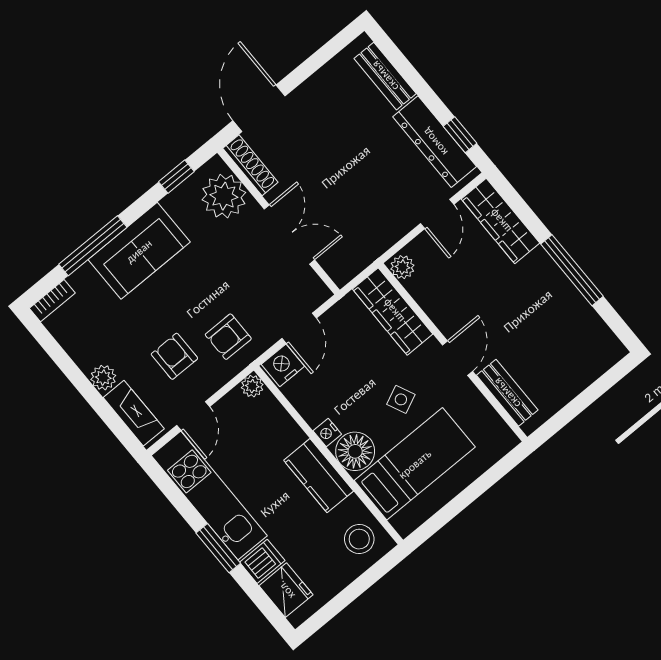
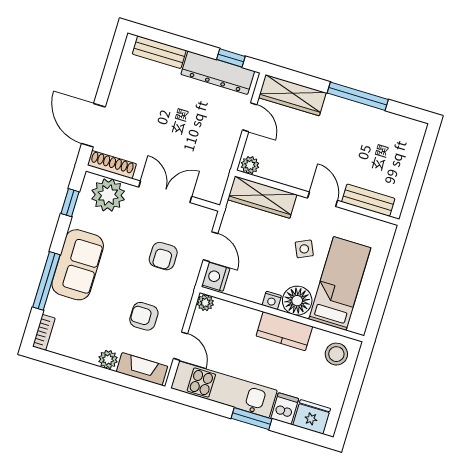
armchair: (228, 337) -> (163, 256), moved

